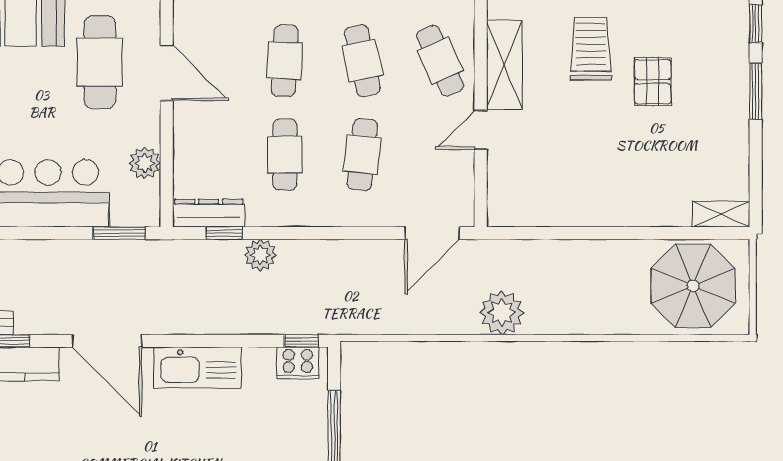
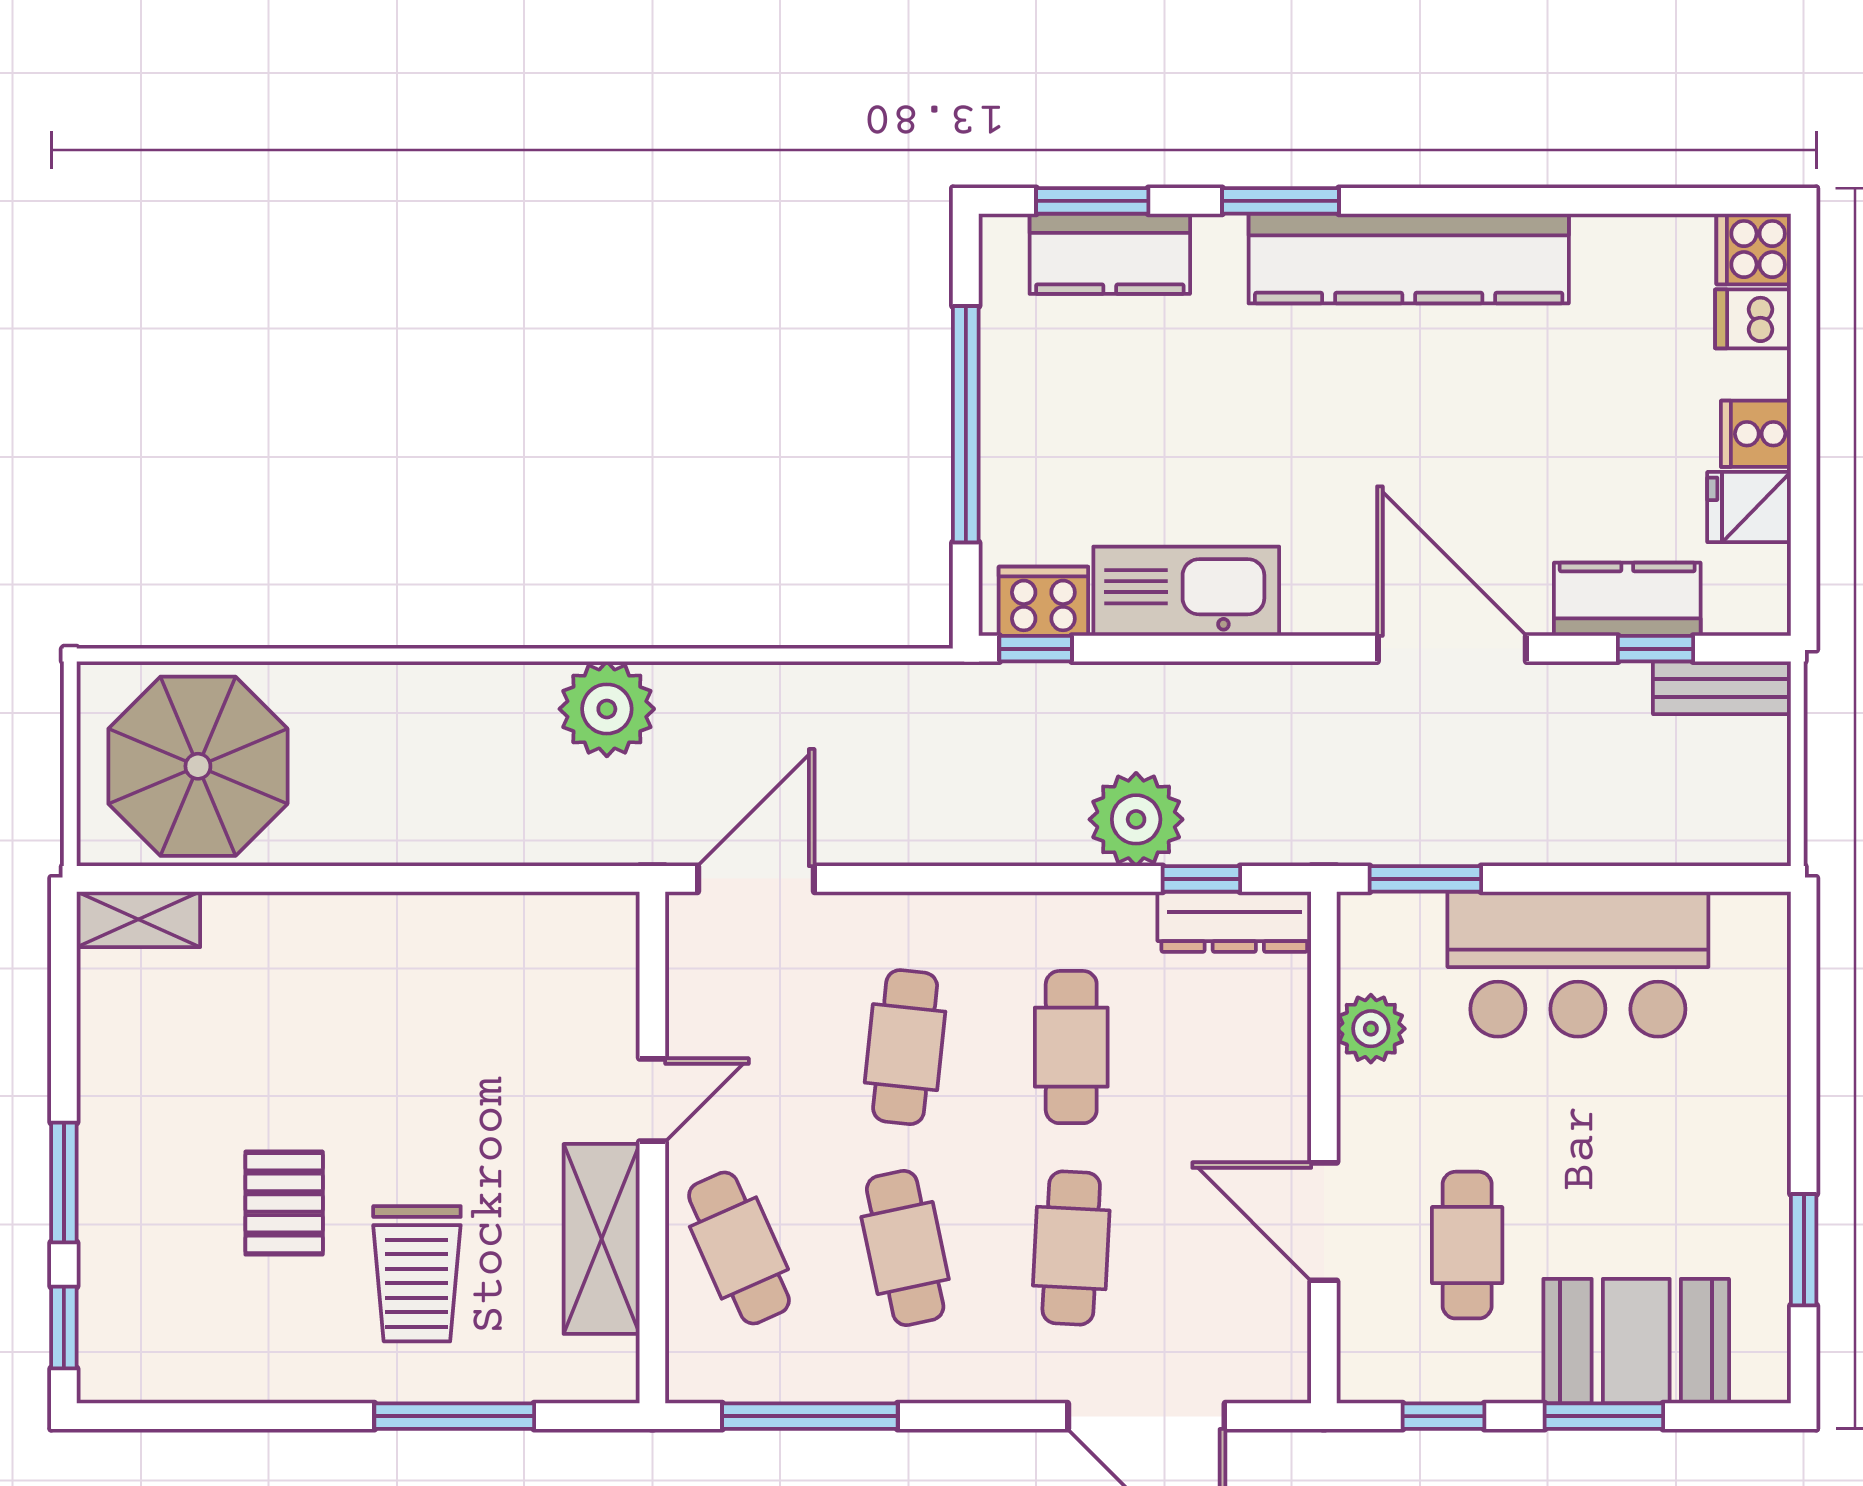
cafe table: (100, 62) -> (1467, 1245), width x0.73, depth x0.74
plant: (260, 255) -> (1136, 819), width x1.36, depth x1.36
kitchen sink: (198, 368) -> (1186, 591), moved

